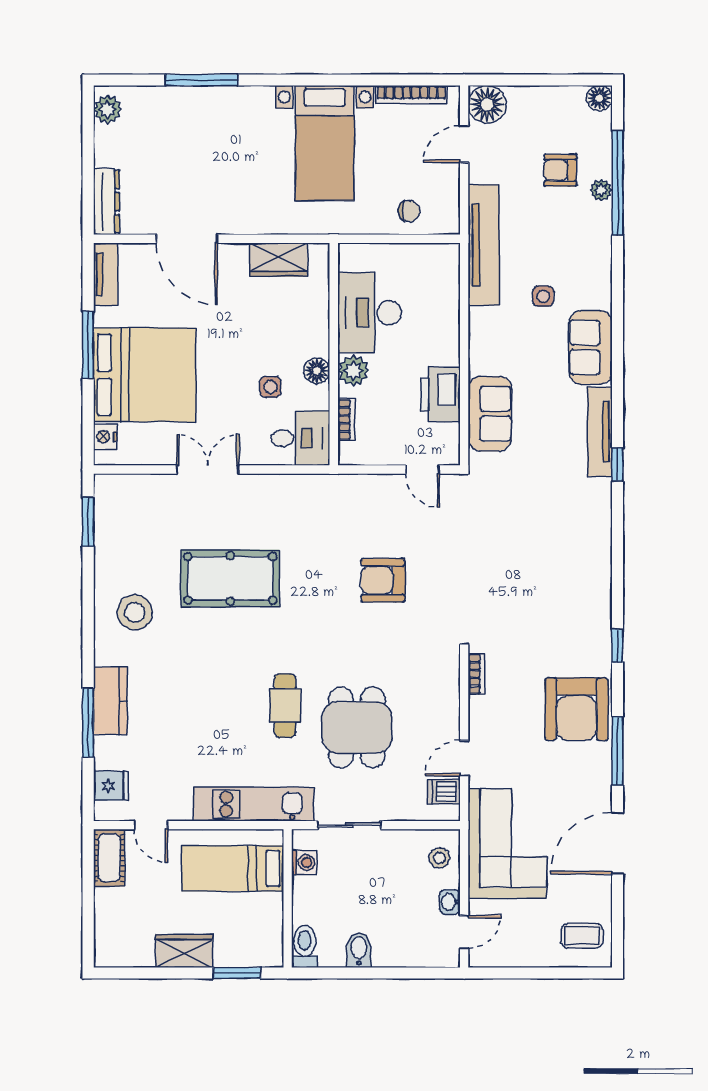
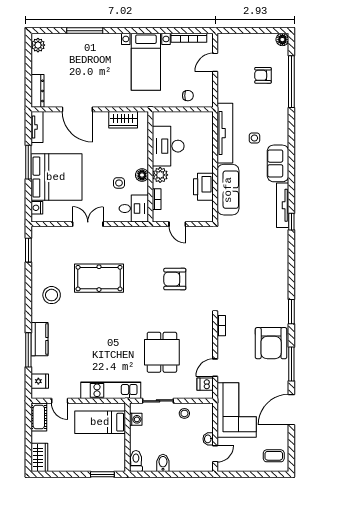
floor lamp: (487, 104) -> (227, 43), removed
plant: (601, 190) -> (283, 85), removed
tv unit: (484, 245) -> (225, 133), moved
sofa: (490, 414) -> (228, 190), width x1.36
door: (423, 470) -> (177, 224), moved
window: (617, 646) -> (291, 312), width x1.50
cafe table: (285, 706) -> (126, 341), removed
stool: (439, 858) -> (184, 413), moved
wardrobe: (184, 951) -> (39, 457), moved, turned 90

